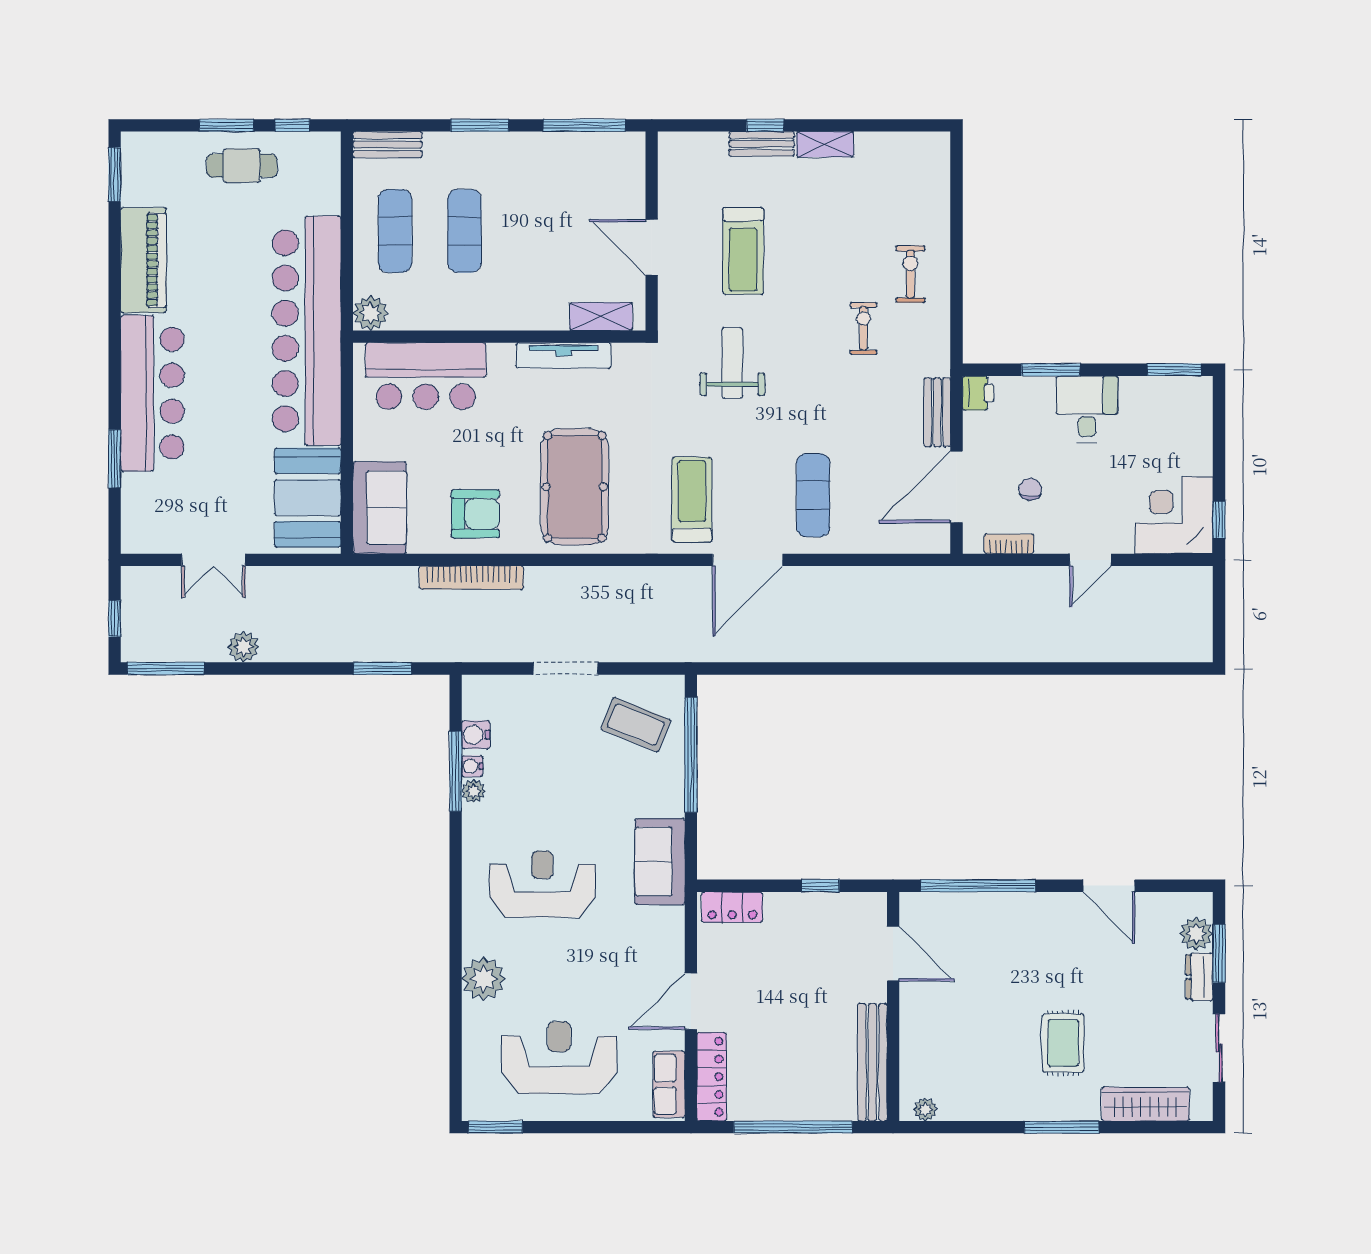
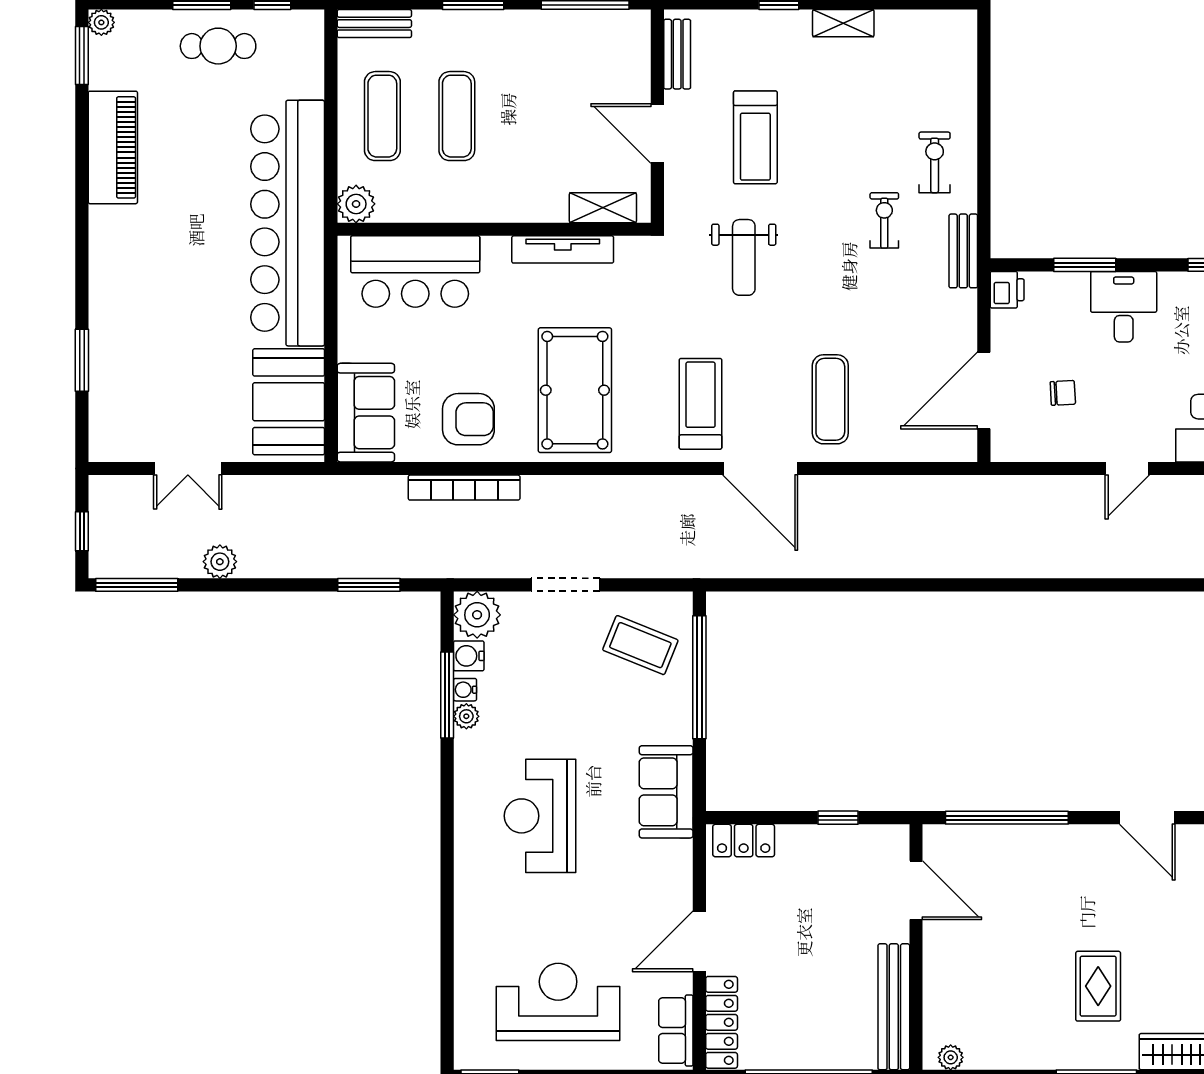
plant: (133, 144) -> (101, 22), added
bench: (762, 144) -> (677, 54), moved, turned 90
weight bench: (732, 363) -> (744, 257), turned 180
bar counter: (152, 393) -> (122, 290), removed
bench: (937, 412) -> (963, 251), moved
chair: (1030, 489) -> (1063, 393), turned 87
bookcase: (1009, 544) -> (1040, 451), removed
door: (748, 560) -> (760, 468), hinge flipped
reception desk: (542, 884) -> (540, 816), turned -90
plant: (483, 979) -> (477, 615), moved

